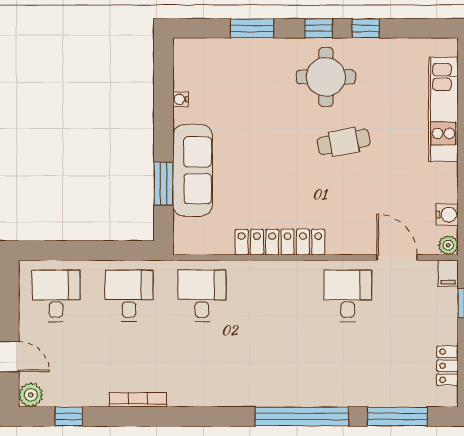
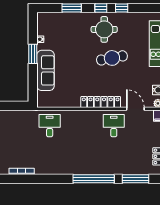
cafe table: (344, 142) -> (112, 58), width x1.37, depth x1.35
window: (164, 184) -> (33, 54), moved
locker: (280, 242) -> (101, 102), moved
desk: (129, 296) -> (18, 126), removed

